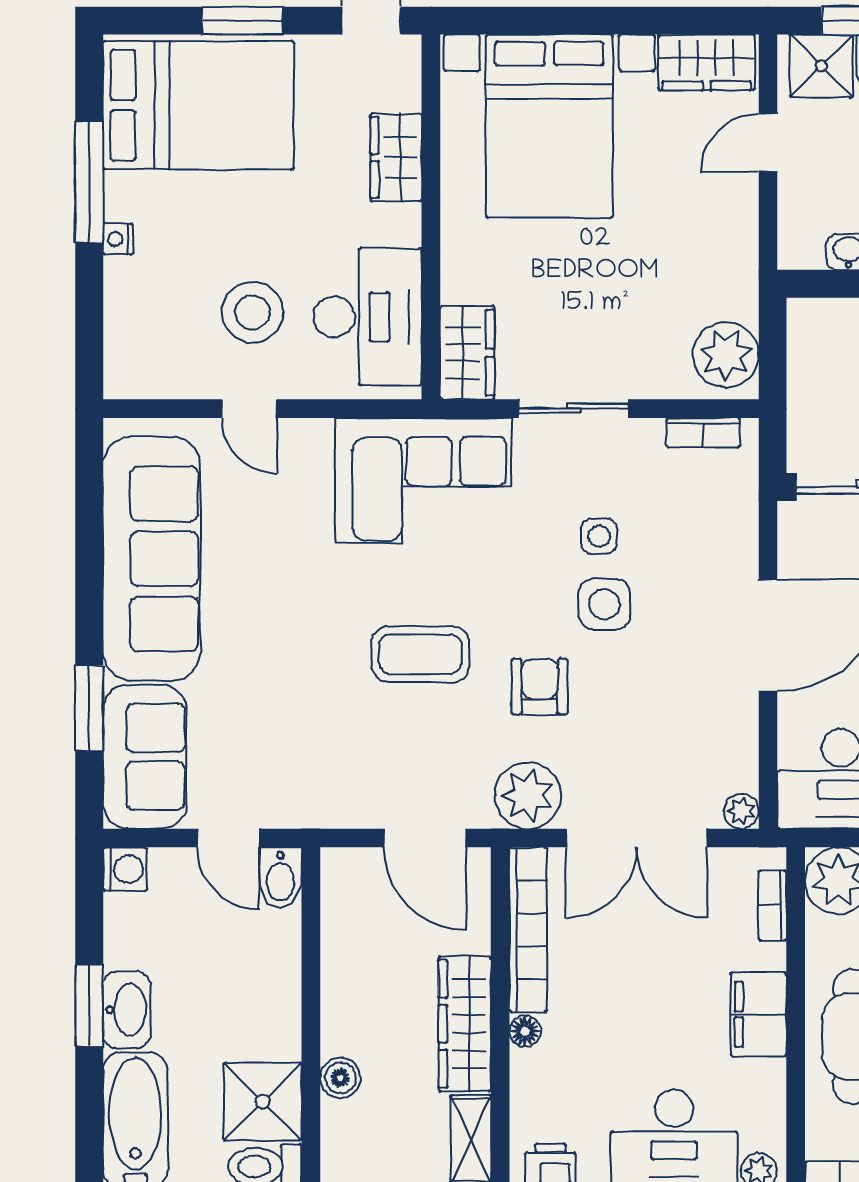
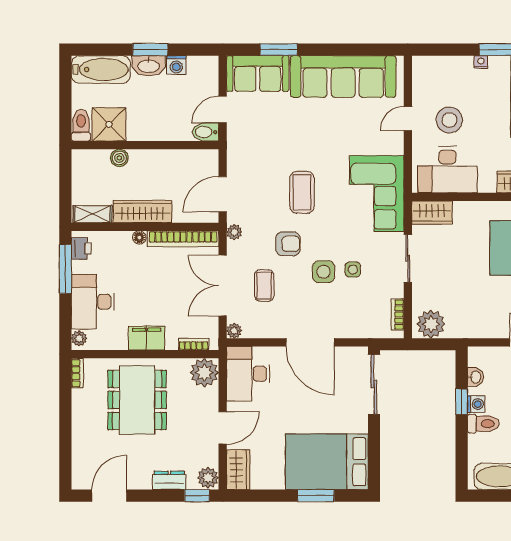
coffee table: (636, 742) -> (264, 286), added
plant: (528, 795) -> (234, 232), width x0.53, depth x0.53
washing machine: (125, 869) -> (176, 65), moved

